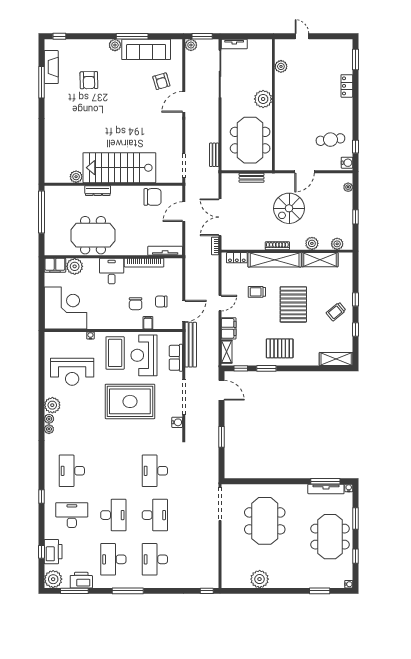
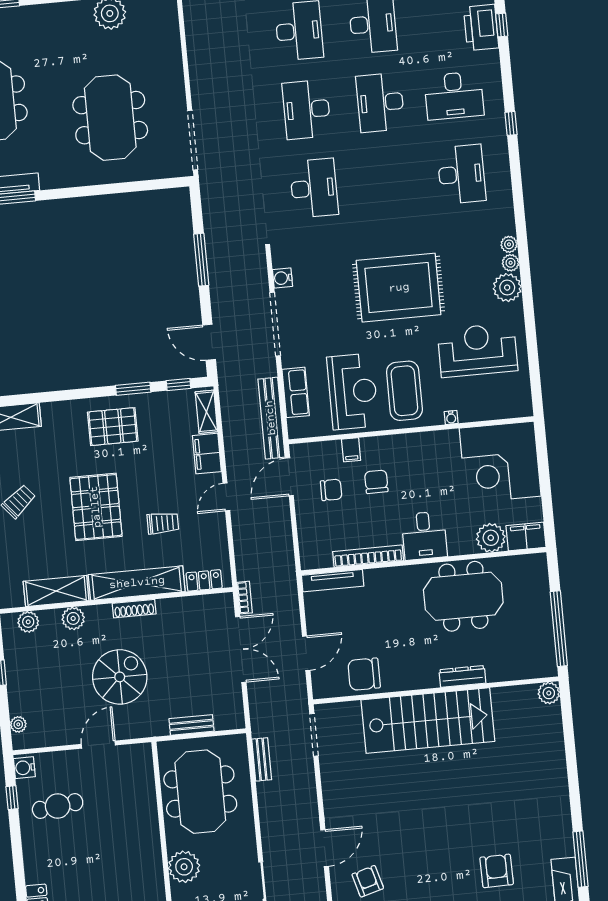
plant: (76, 177) -> (549, 693), moved
rug: (130, 401) -> (399, 288), moved
window: (221, 437) -> (201, 260), width x1.44

